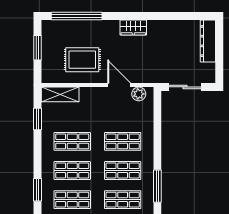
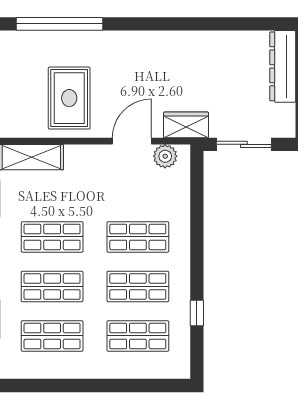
wardrobe: (133, 28) -> (186, 125), moved, turned 180
rug: (82, 60) -> (69, 98), turned 90
door: (119, 85) -> (132, 141), hinge flipped
window: (157, 186) -> (197, 313), width x0.46

